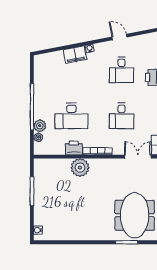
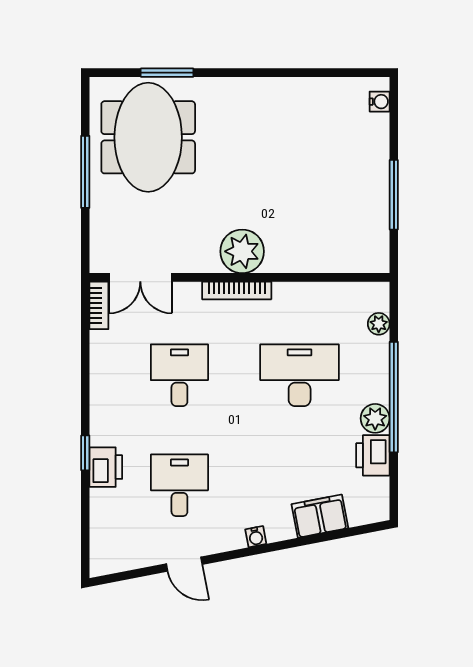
filing cabinet: (75, 55) -> (320, 516), moved
plant: (40, 126) -> (375, 418), moved
printer: (74, 148) -> (373, 455), moved, turned 90
plant: (80, 168) -> (242, 251), moved

